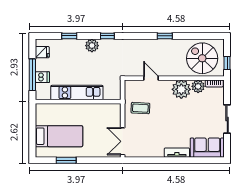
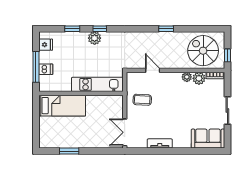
window: (107, 36) -> (100, 29), moved
plant: (181, 89) -> (187, 77), width x0.53, depth x0.53
kitchen unit: (77, 93) -> (97, 84), moved
bed: (59, 136) -> (62, 106), moved
tv unit: (177, 153) -> (160, 143), moved

